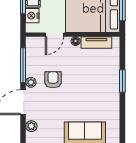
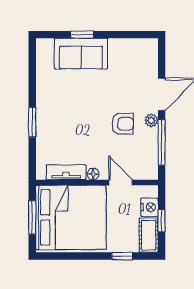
door: (54, 35) -> (121, 183), hinge flipped
armchair: (53, 80) -> (123, 124), turned -90
plant: (31, 126) -> (151, 63), removed

